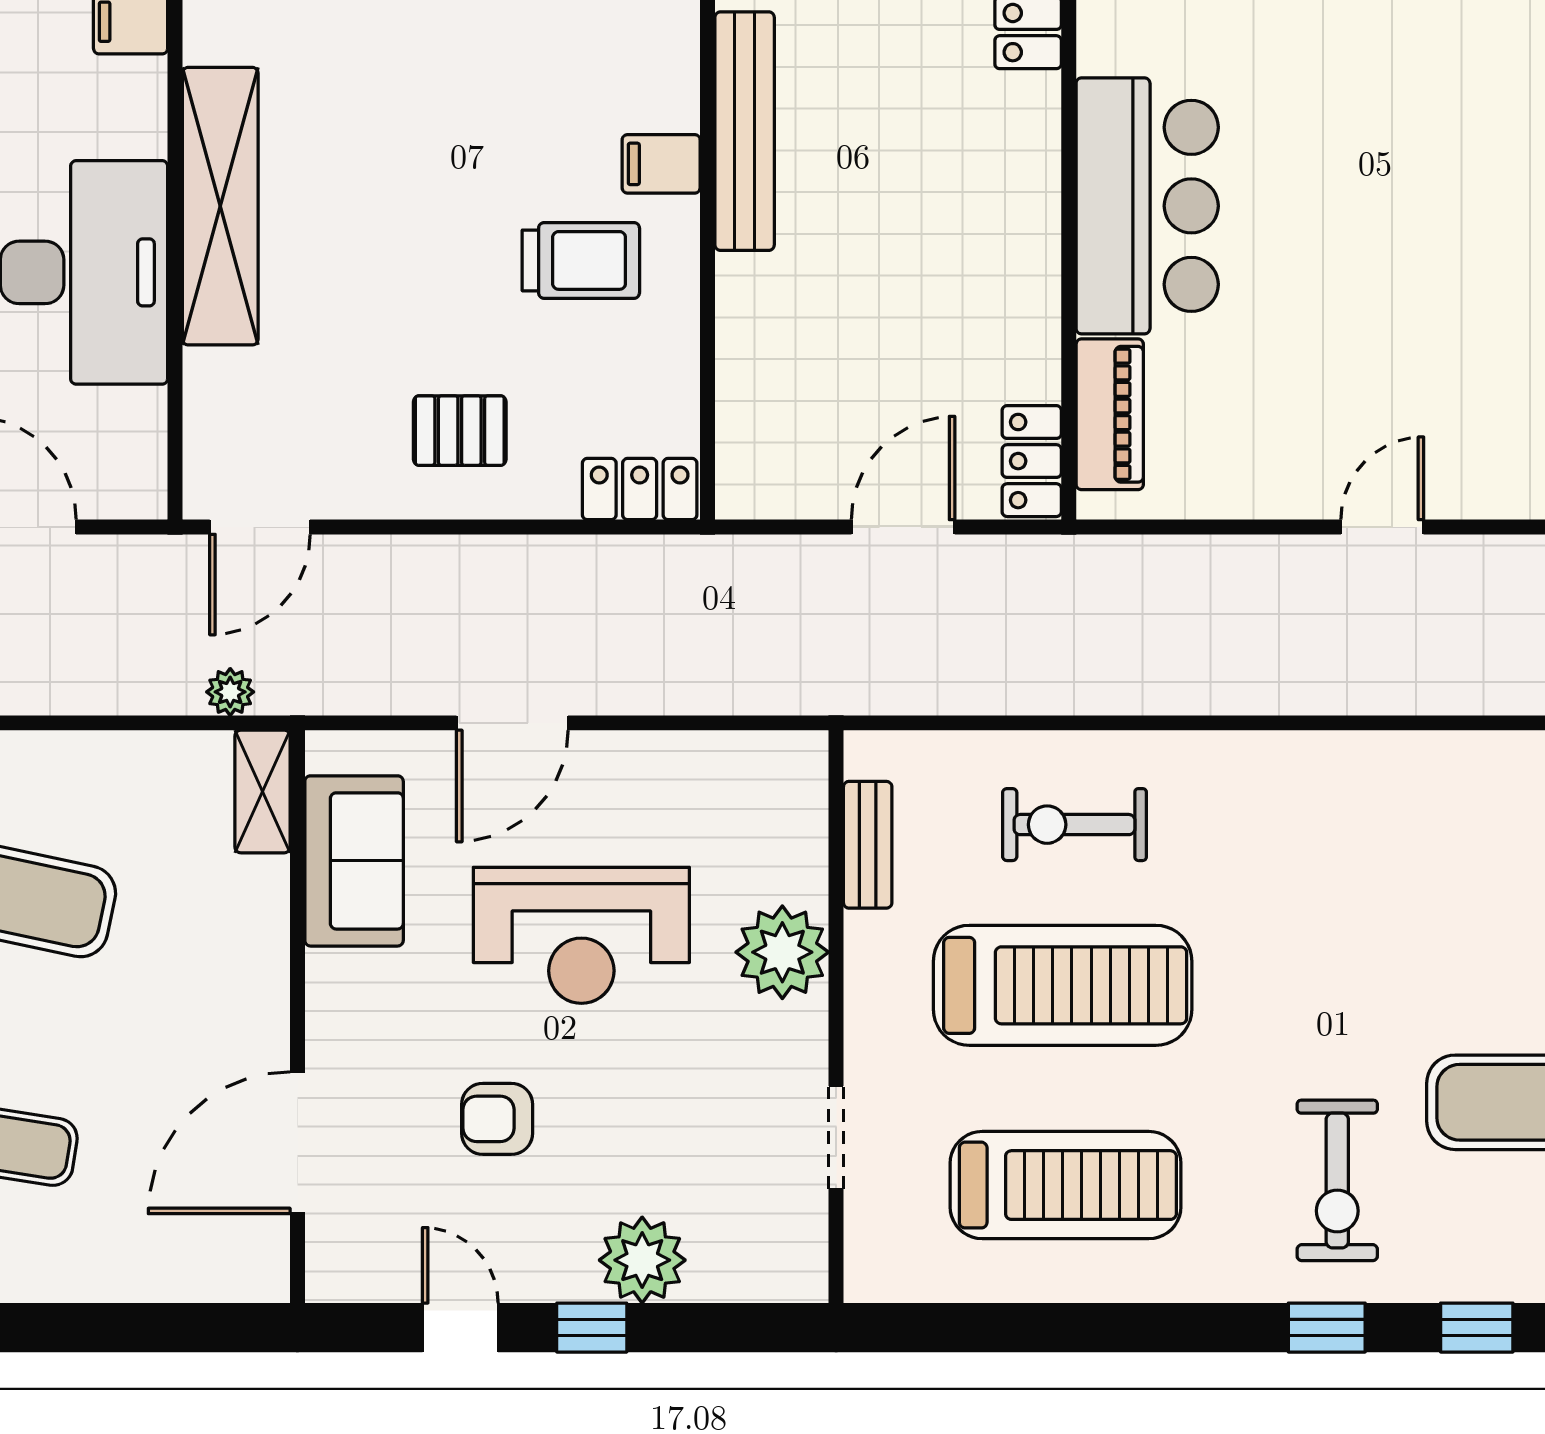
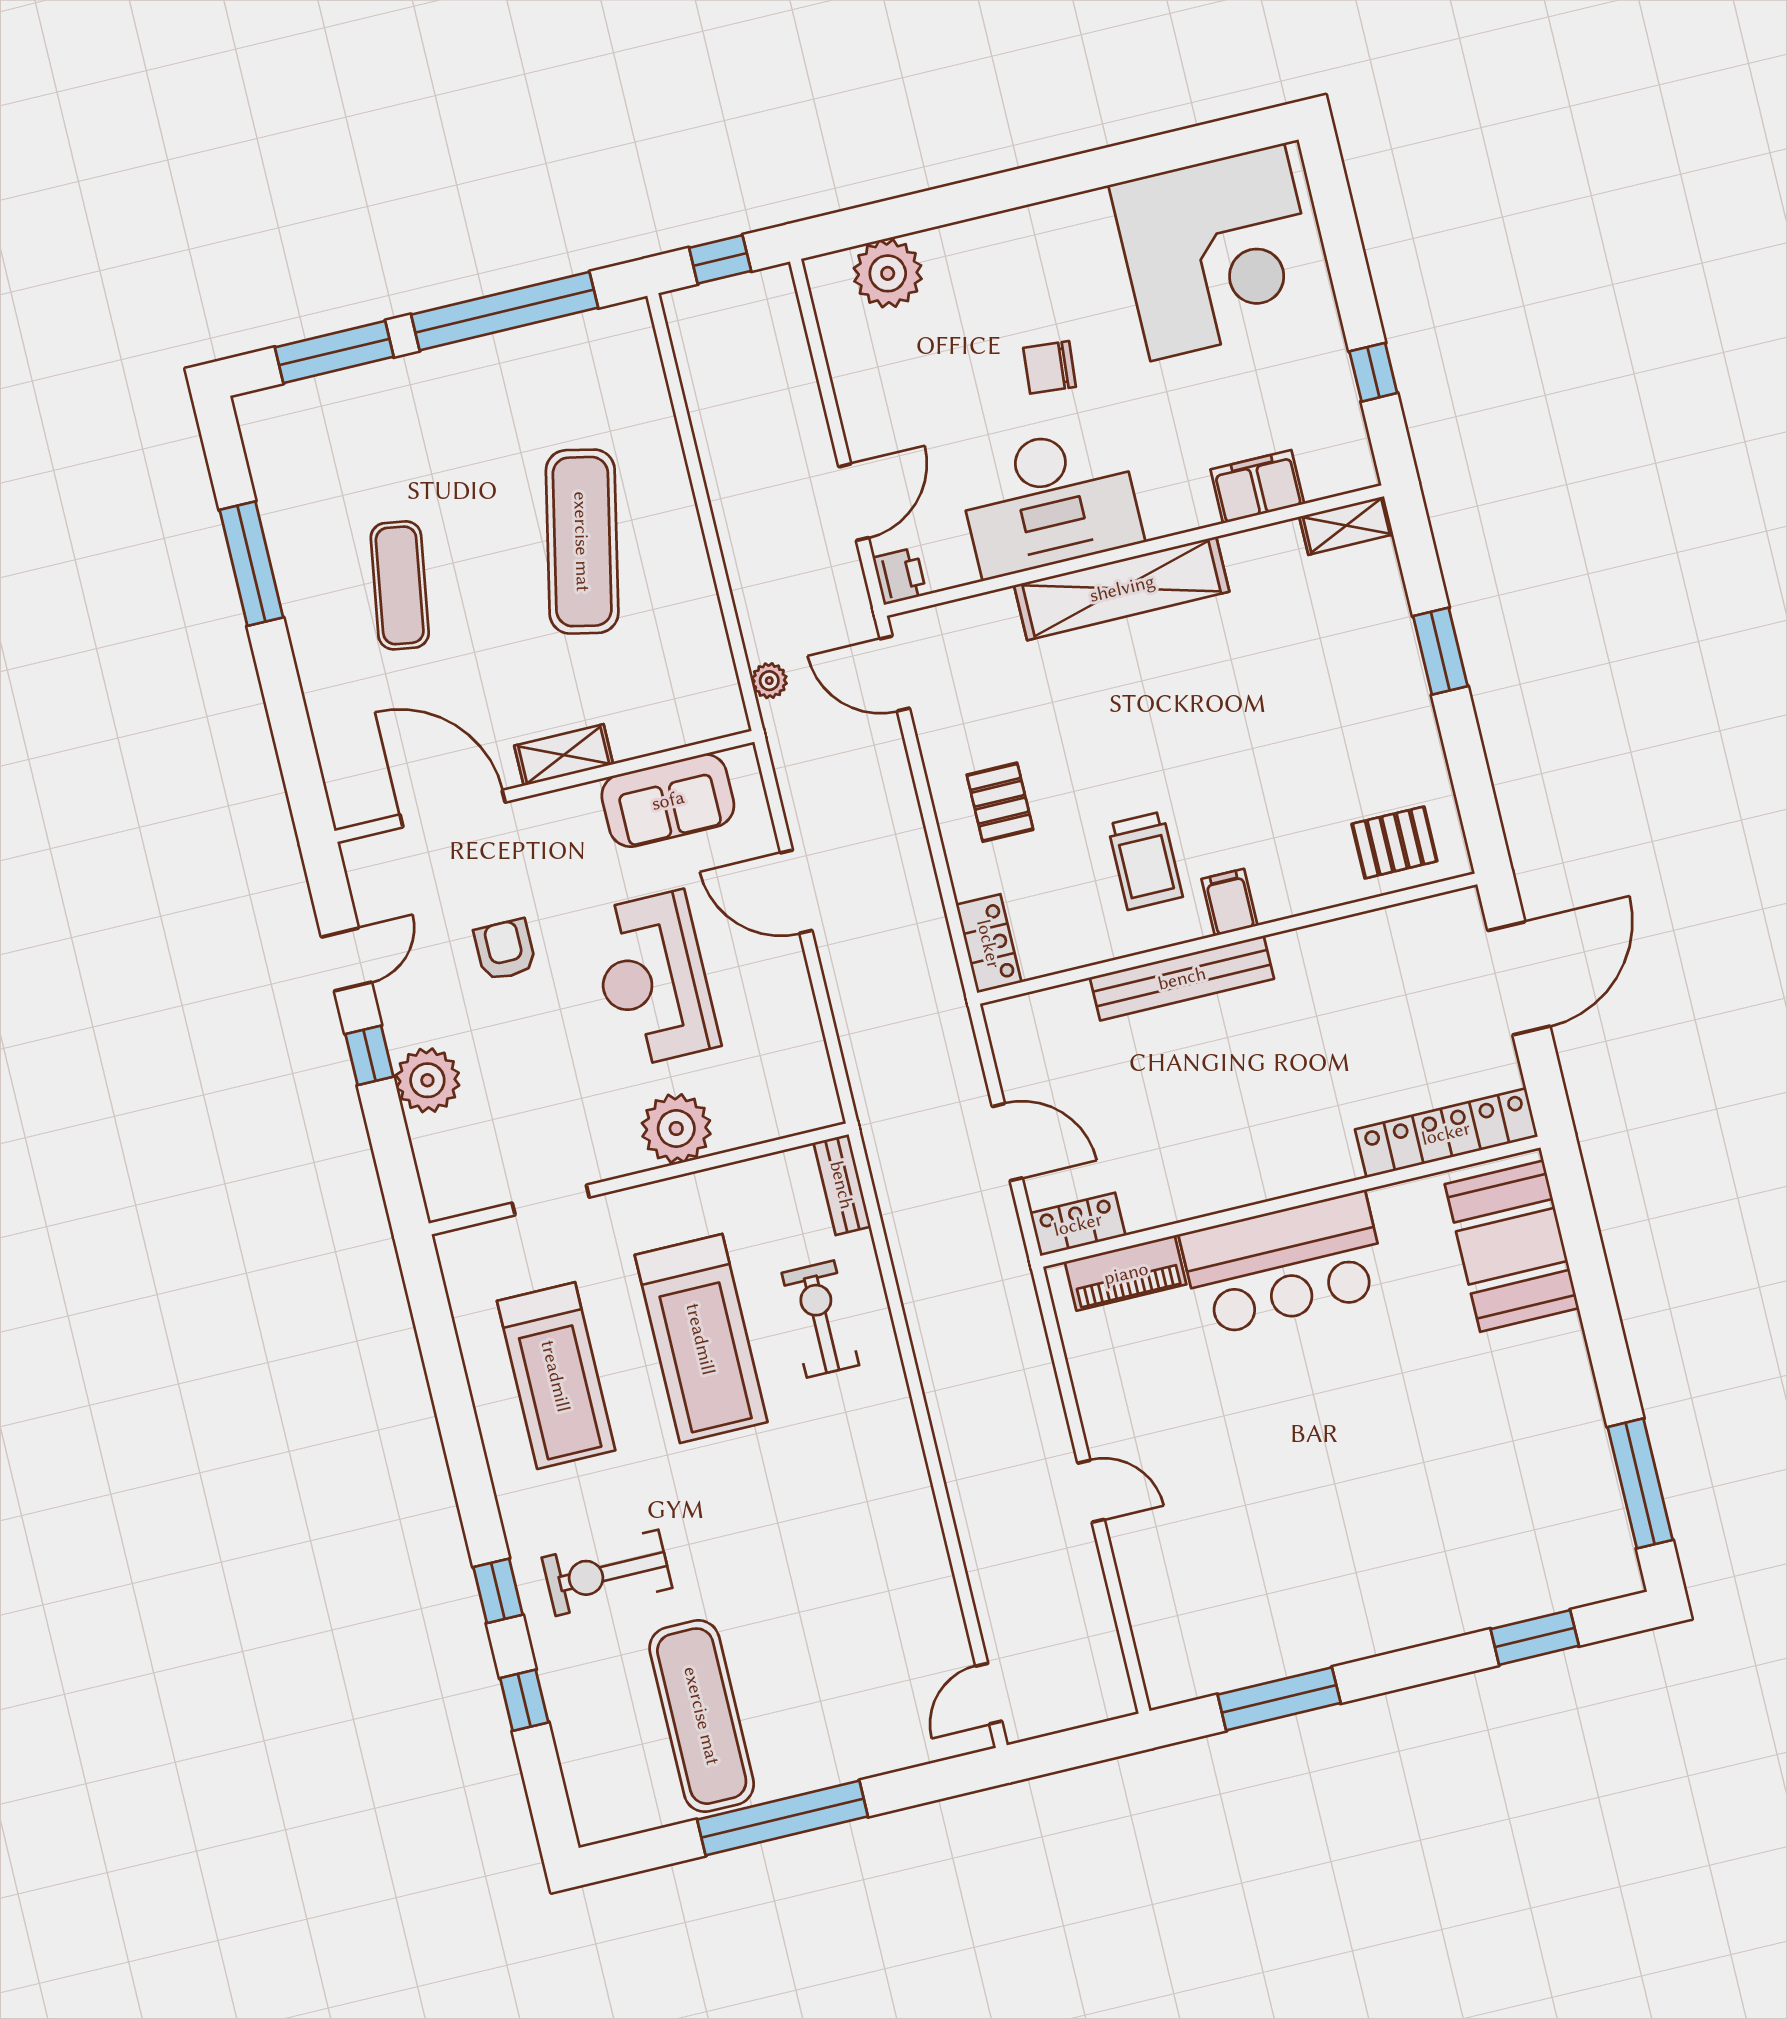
bench: (745, 131) -> (1182, 978), moved
printer: (135, 490) -> (900, 576), added
shelving: (263, 792) -> (564, 755), moved
bench: (868, 845) -> (842, 1185), moved, turned 90

